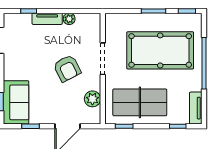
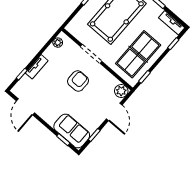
plant: (69, 19) -> (58, 43), moved
armchair: (67, 68) -> (78, 81), turned -63
plant: (92, 99) -> (121, 91), moved

